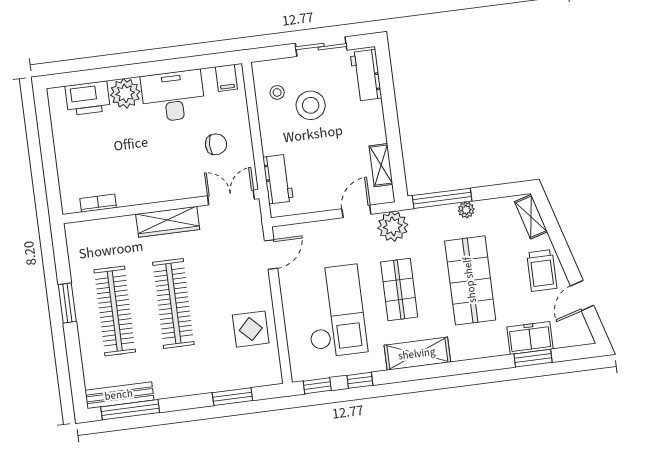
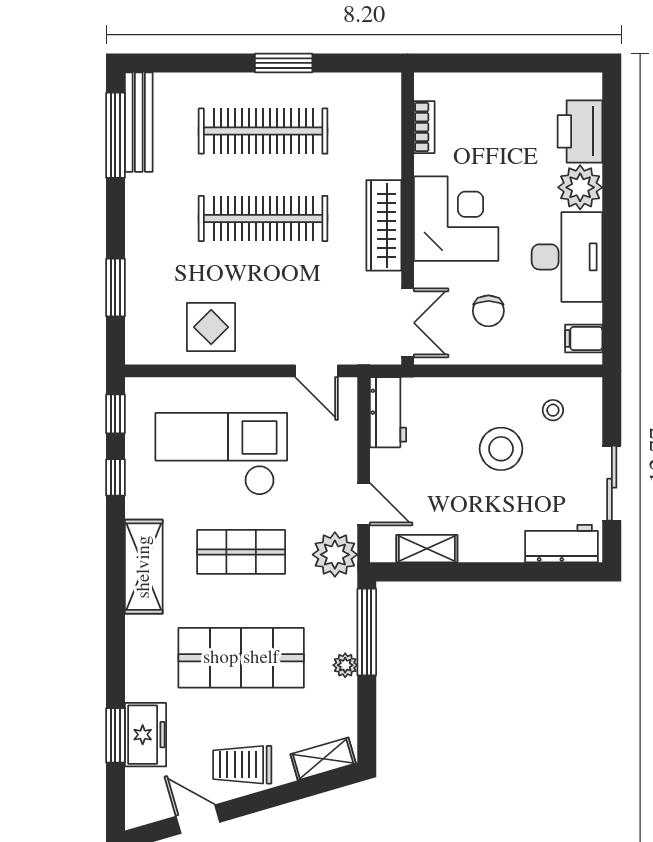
stool: (311, 105) -> (501, 449), moved
corner desk: (157, 174) -> (456, 219), added
workbench: (278, 179) -> (388, 412), moved, turned -90
checkout: (335, 311) -> (221, 454), turned 180

